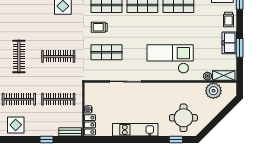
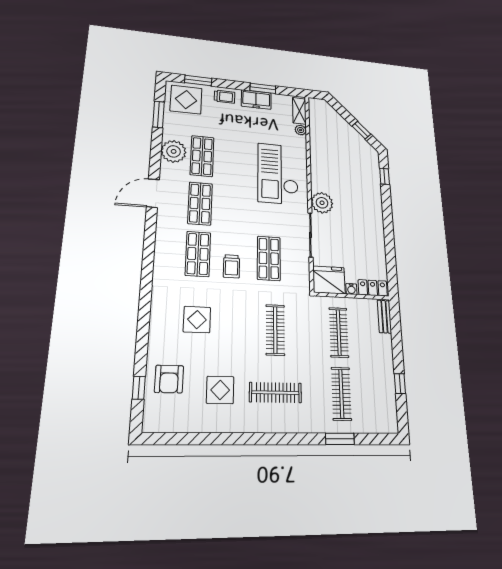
plant: (213, 91) -> (322, 203), moved
fridge: (94, 94) -> (329, 280), added
round table: (183, 118) -> (356, 165), removed
window: (213, 124) -> (361, 130), added
display table: (16, 125) -> (220, 390), moved
kitchen unit: (135, 130) -> (376, 227), removed
window: (46, 140) -> (400, 384), moved

